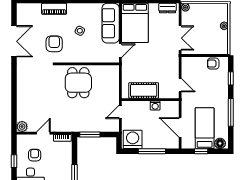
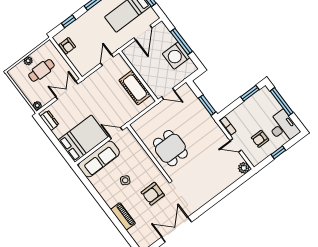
cafe table: (209, 30) -> (41, 70), added
dining table: (78, 83) -> (170, 148), turned 90
washing machine: (155, 106) -> (140, 68), removed
washing machine: (133, 139) -> (176, 56), moved

